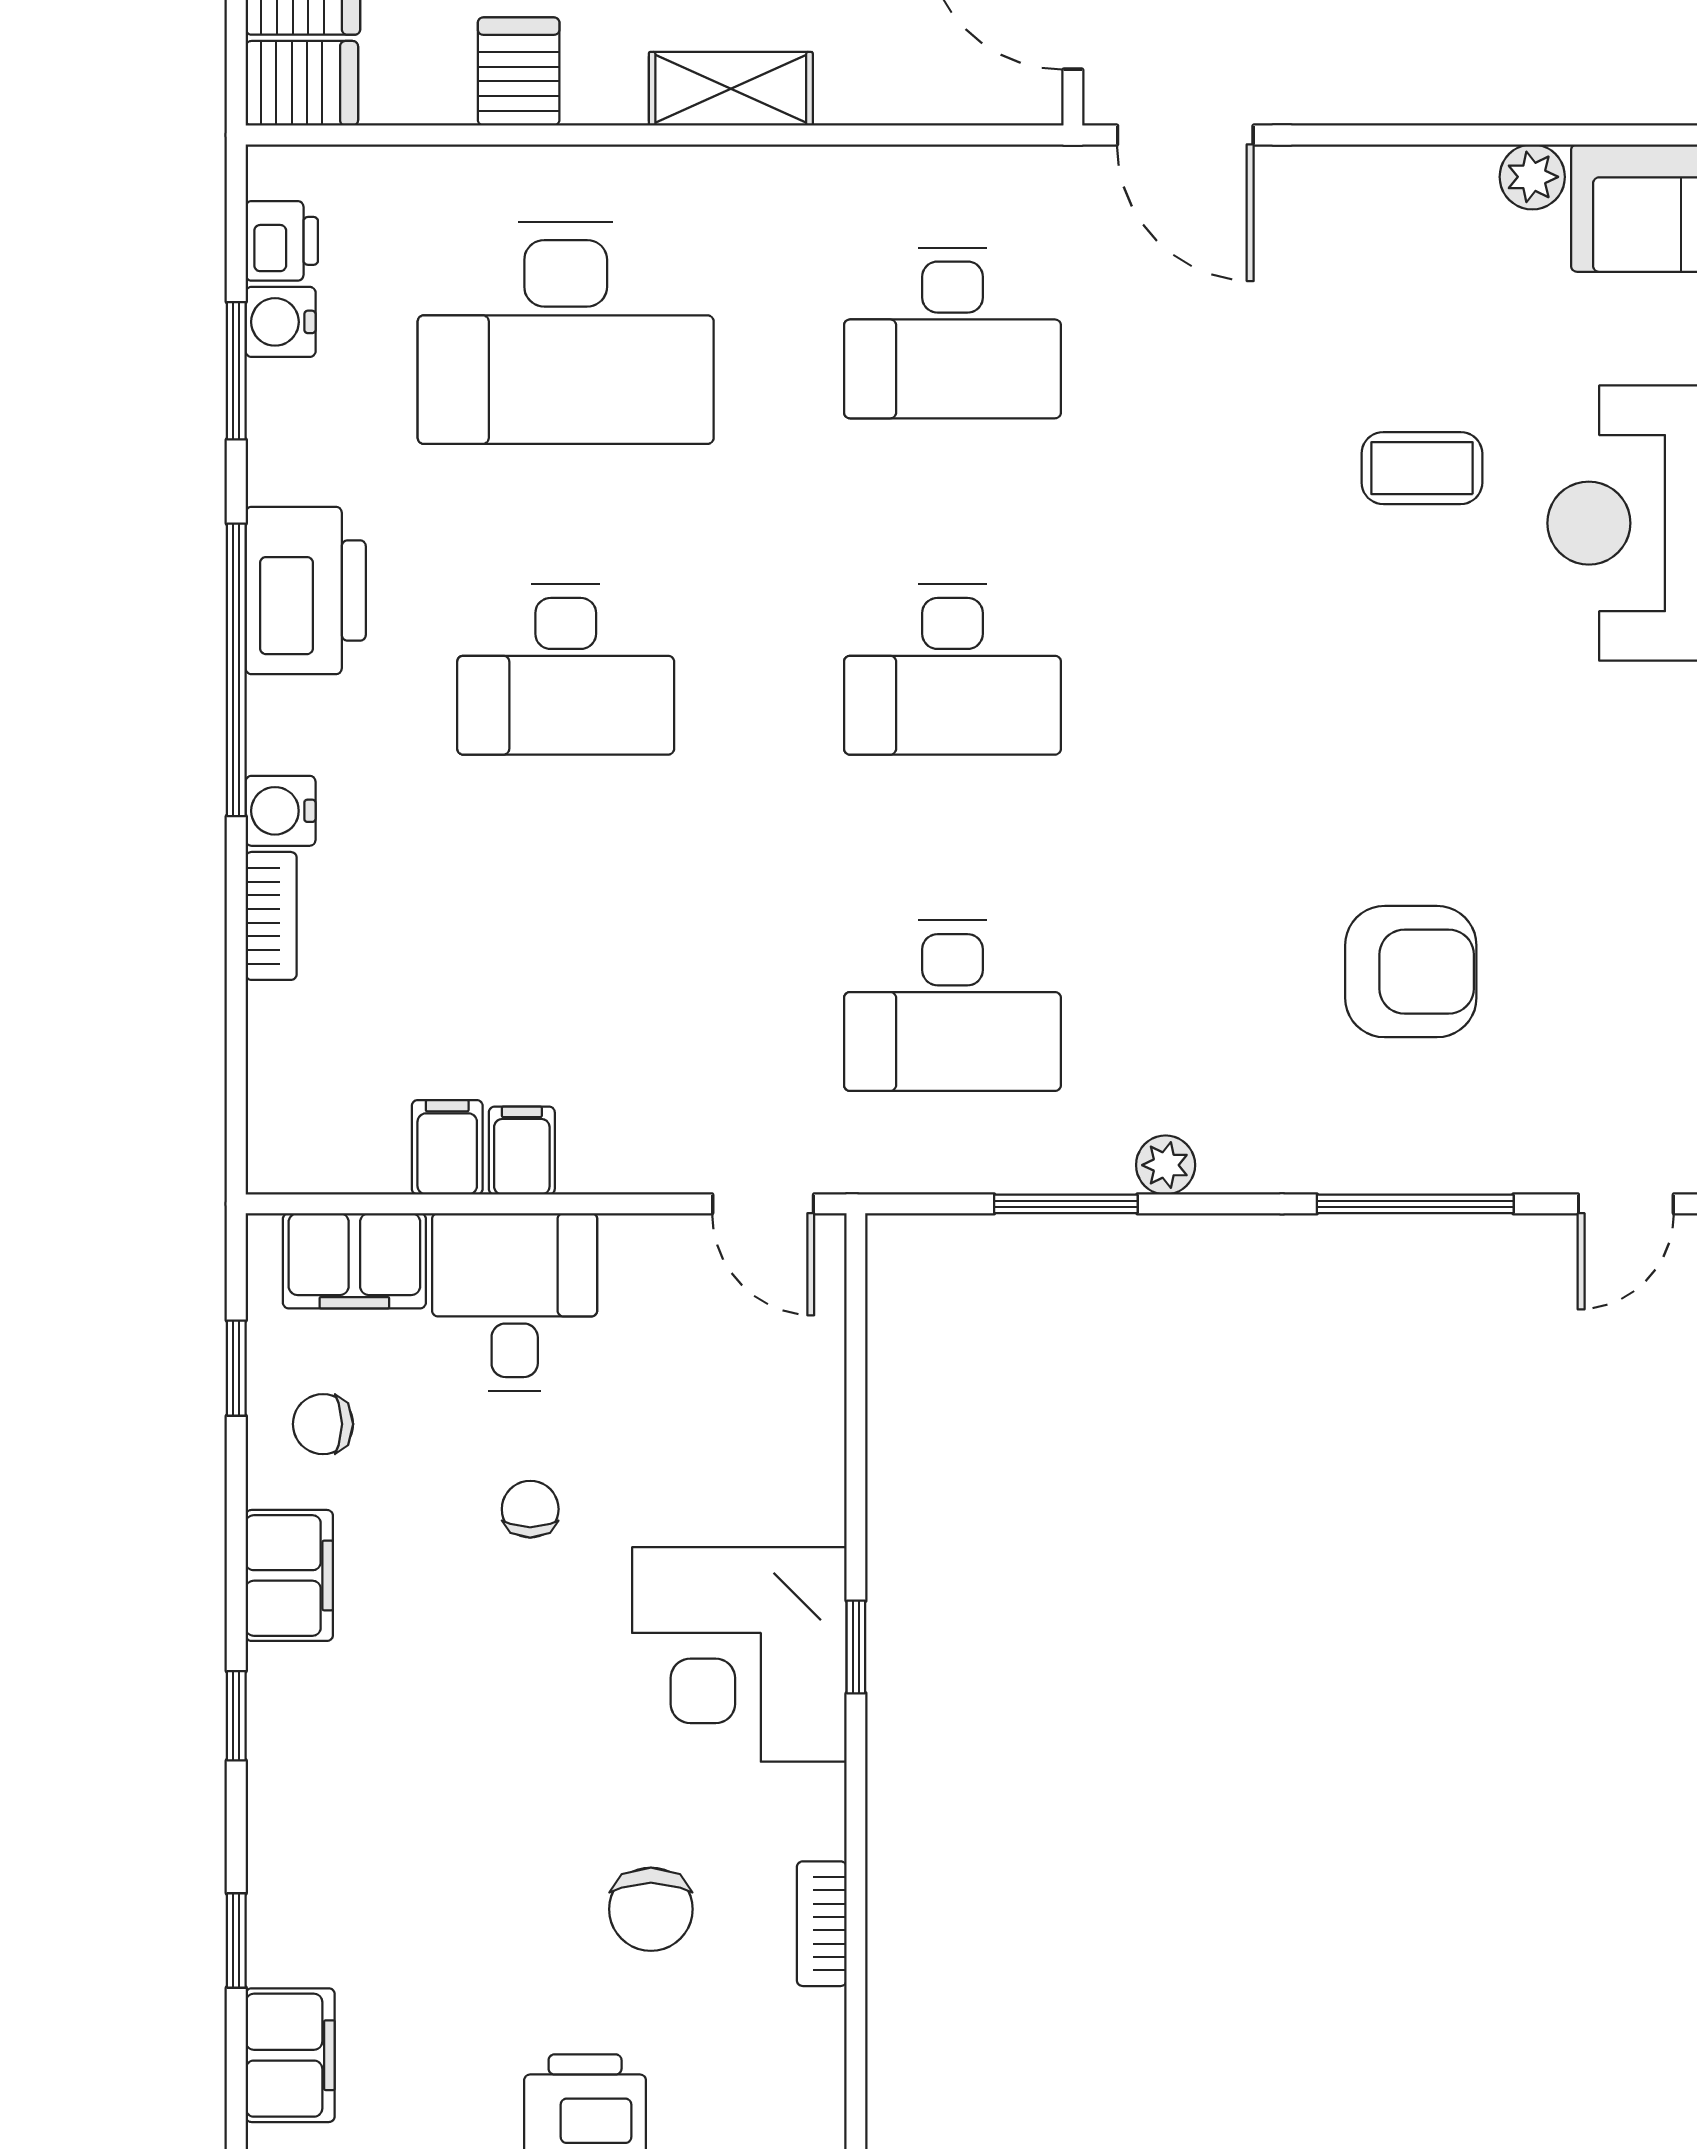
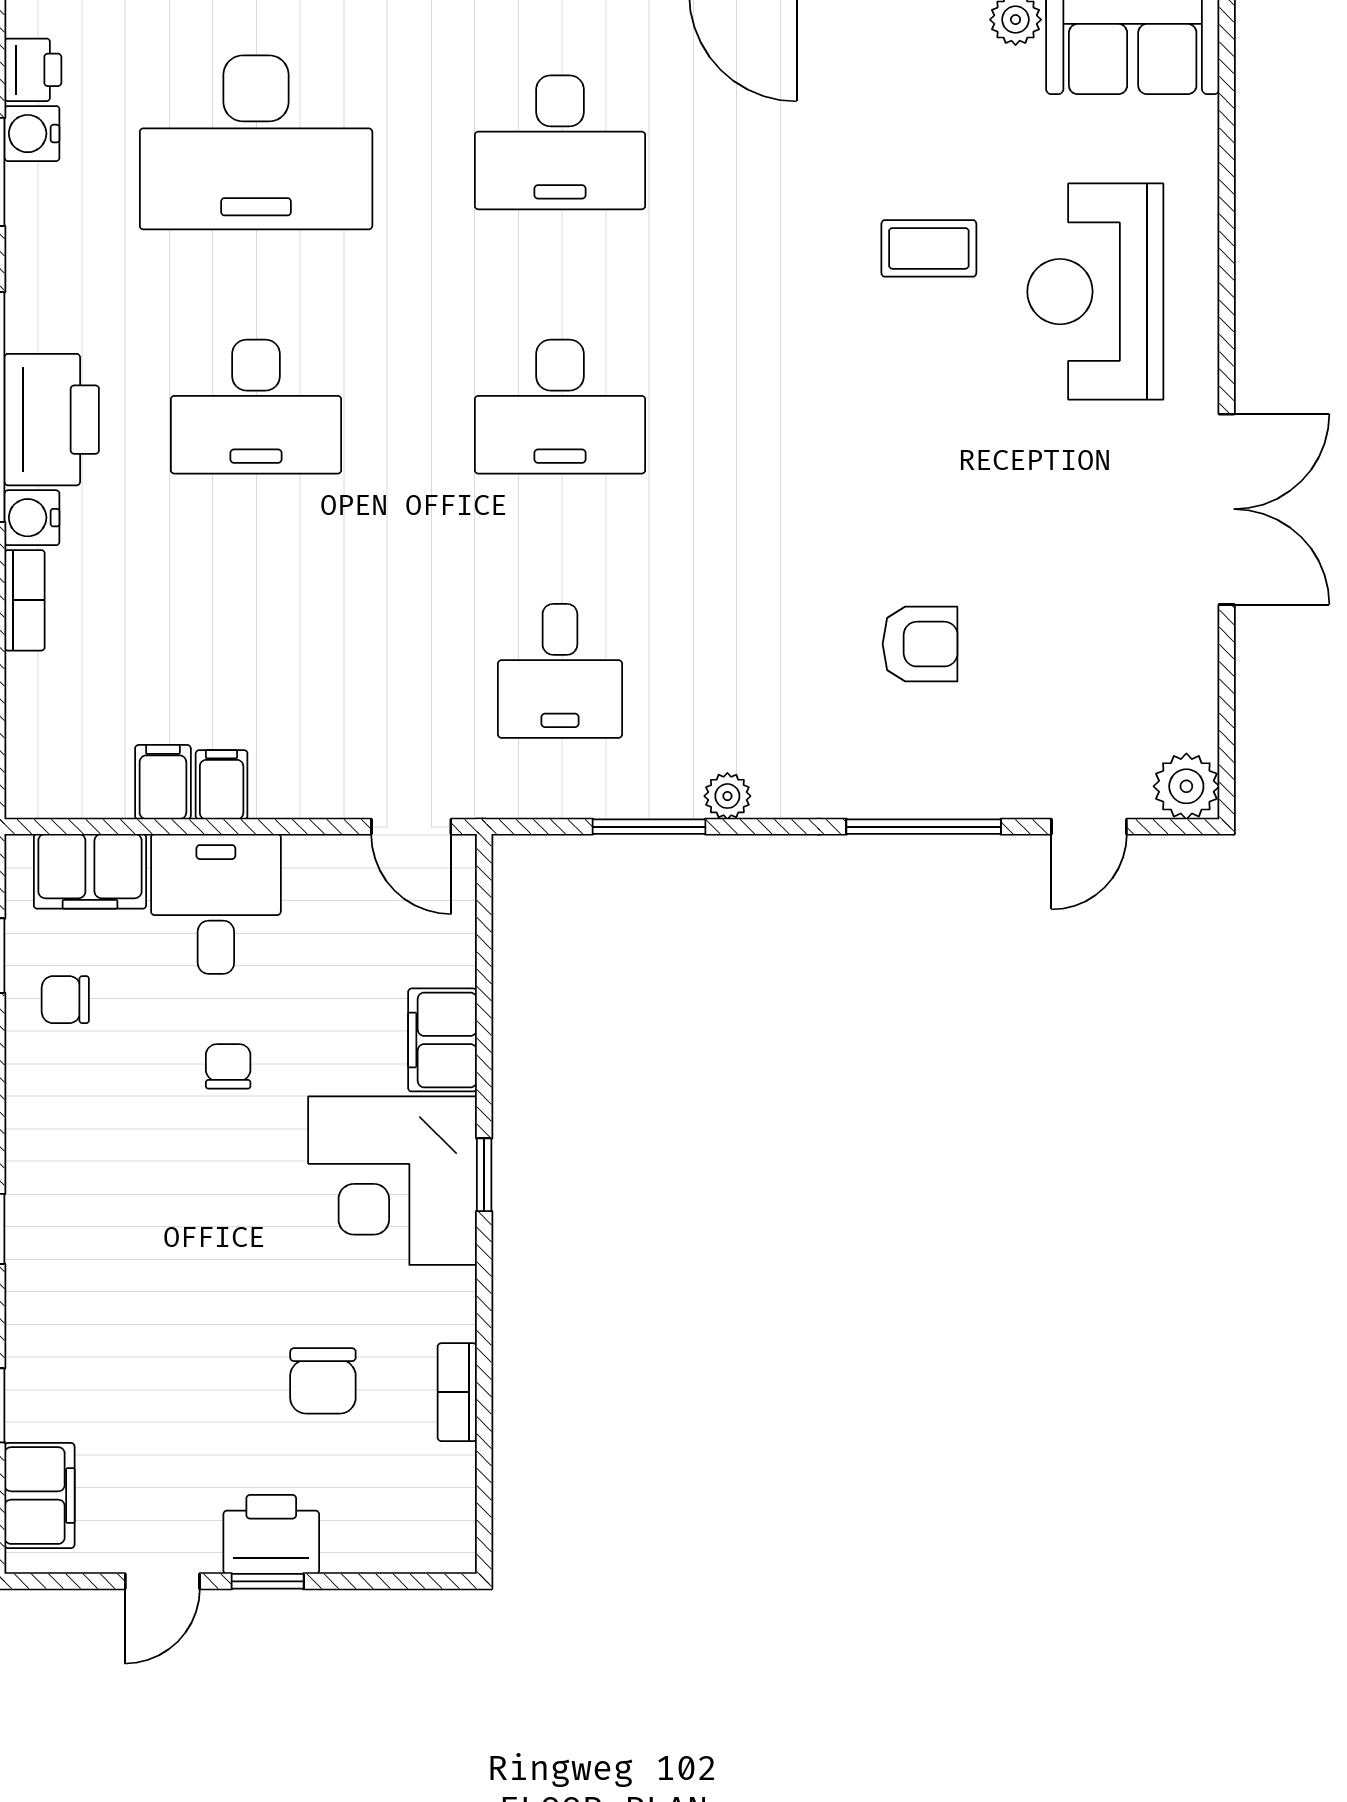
printer: (306, 591) -> (52, 420), moved
armchair: (1411, 972) -> (920, 644), width x0.72, depth x0.72
desk: (953, 1006) -> (560, 671), width x0.73
filing cabinet: (289, 1575) -> (442, 1040), moved, turned 180

